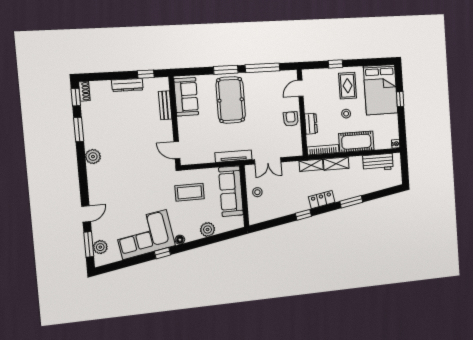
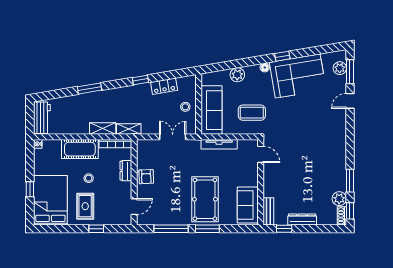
bench: (165, 105) -> (268, 211), moved
tv unit: (233, 156) -> (219, 144), moved
plant: (93, 157) -> (339, 199), moved
workbench: (378, 162) -> (42, 118), moved, turned 90
locker: (322, 200) -> (164, 86), moved

